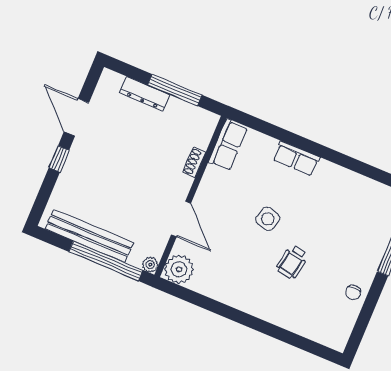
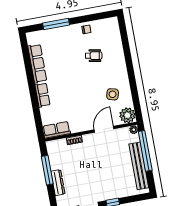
row of seats: (350, 182) -> (37, 64), added
side table: (268, 219) -> (113, 94), moved
wheelchair: (292, 262) -> (94, 56), moved

